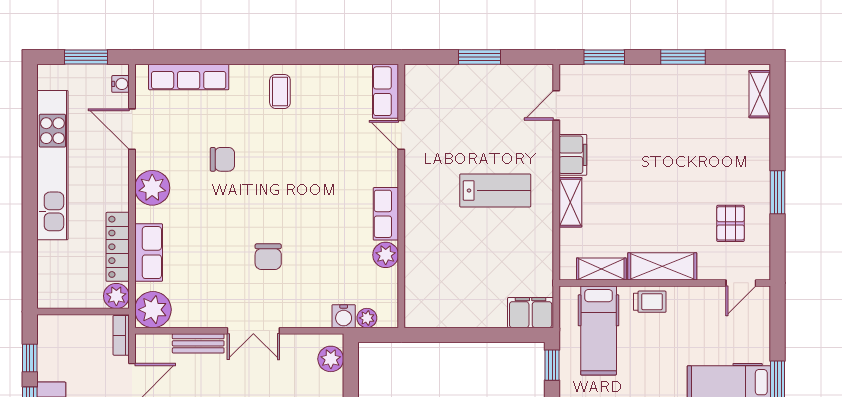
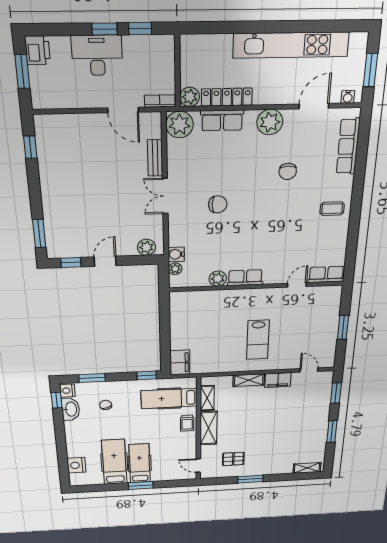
chair: (268, 257) -> (218, 204), turned 180

